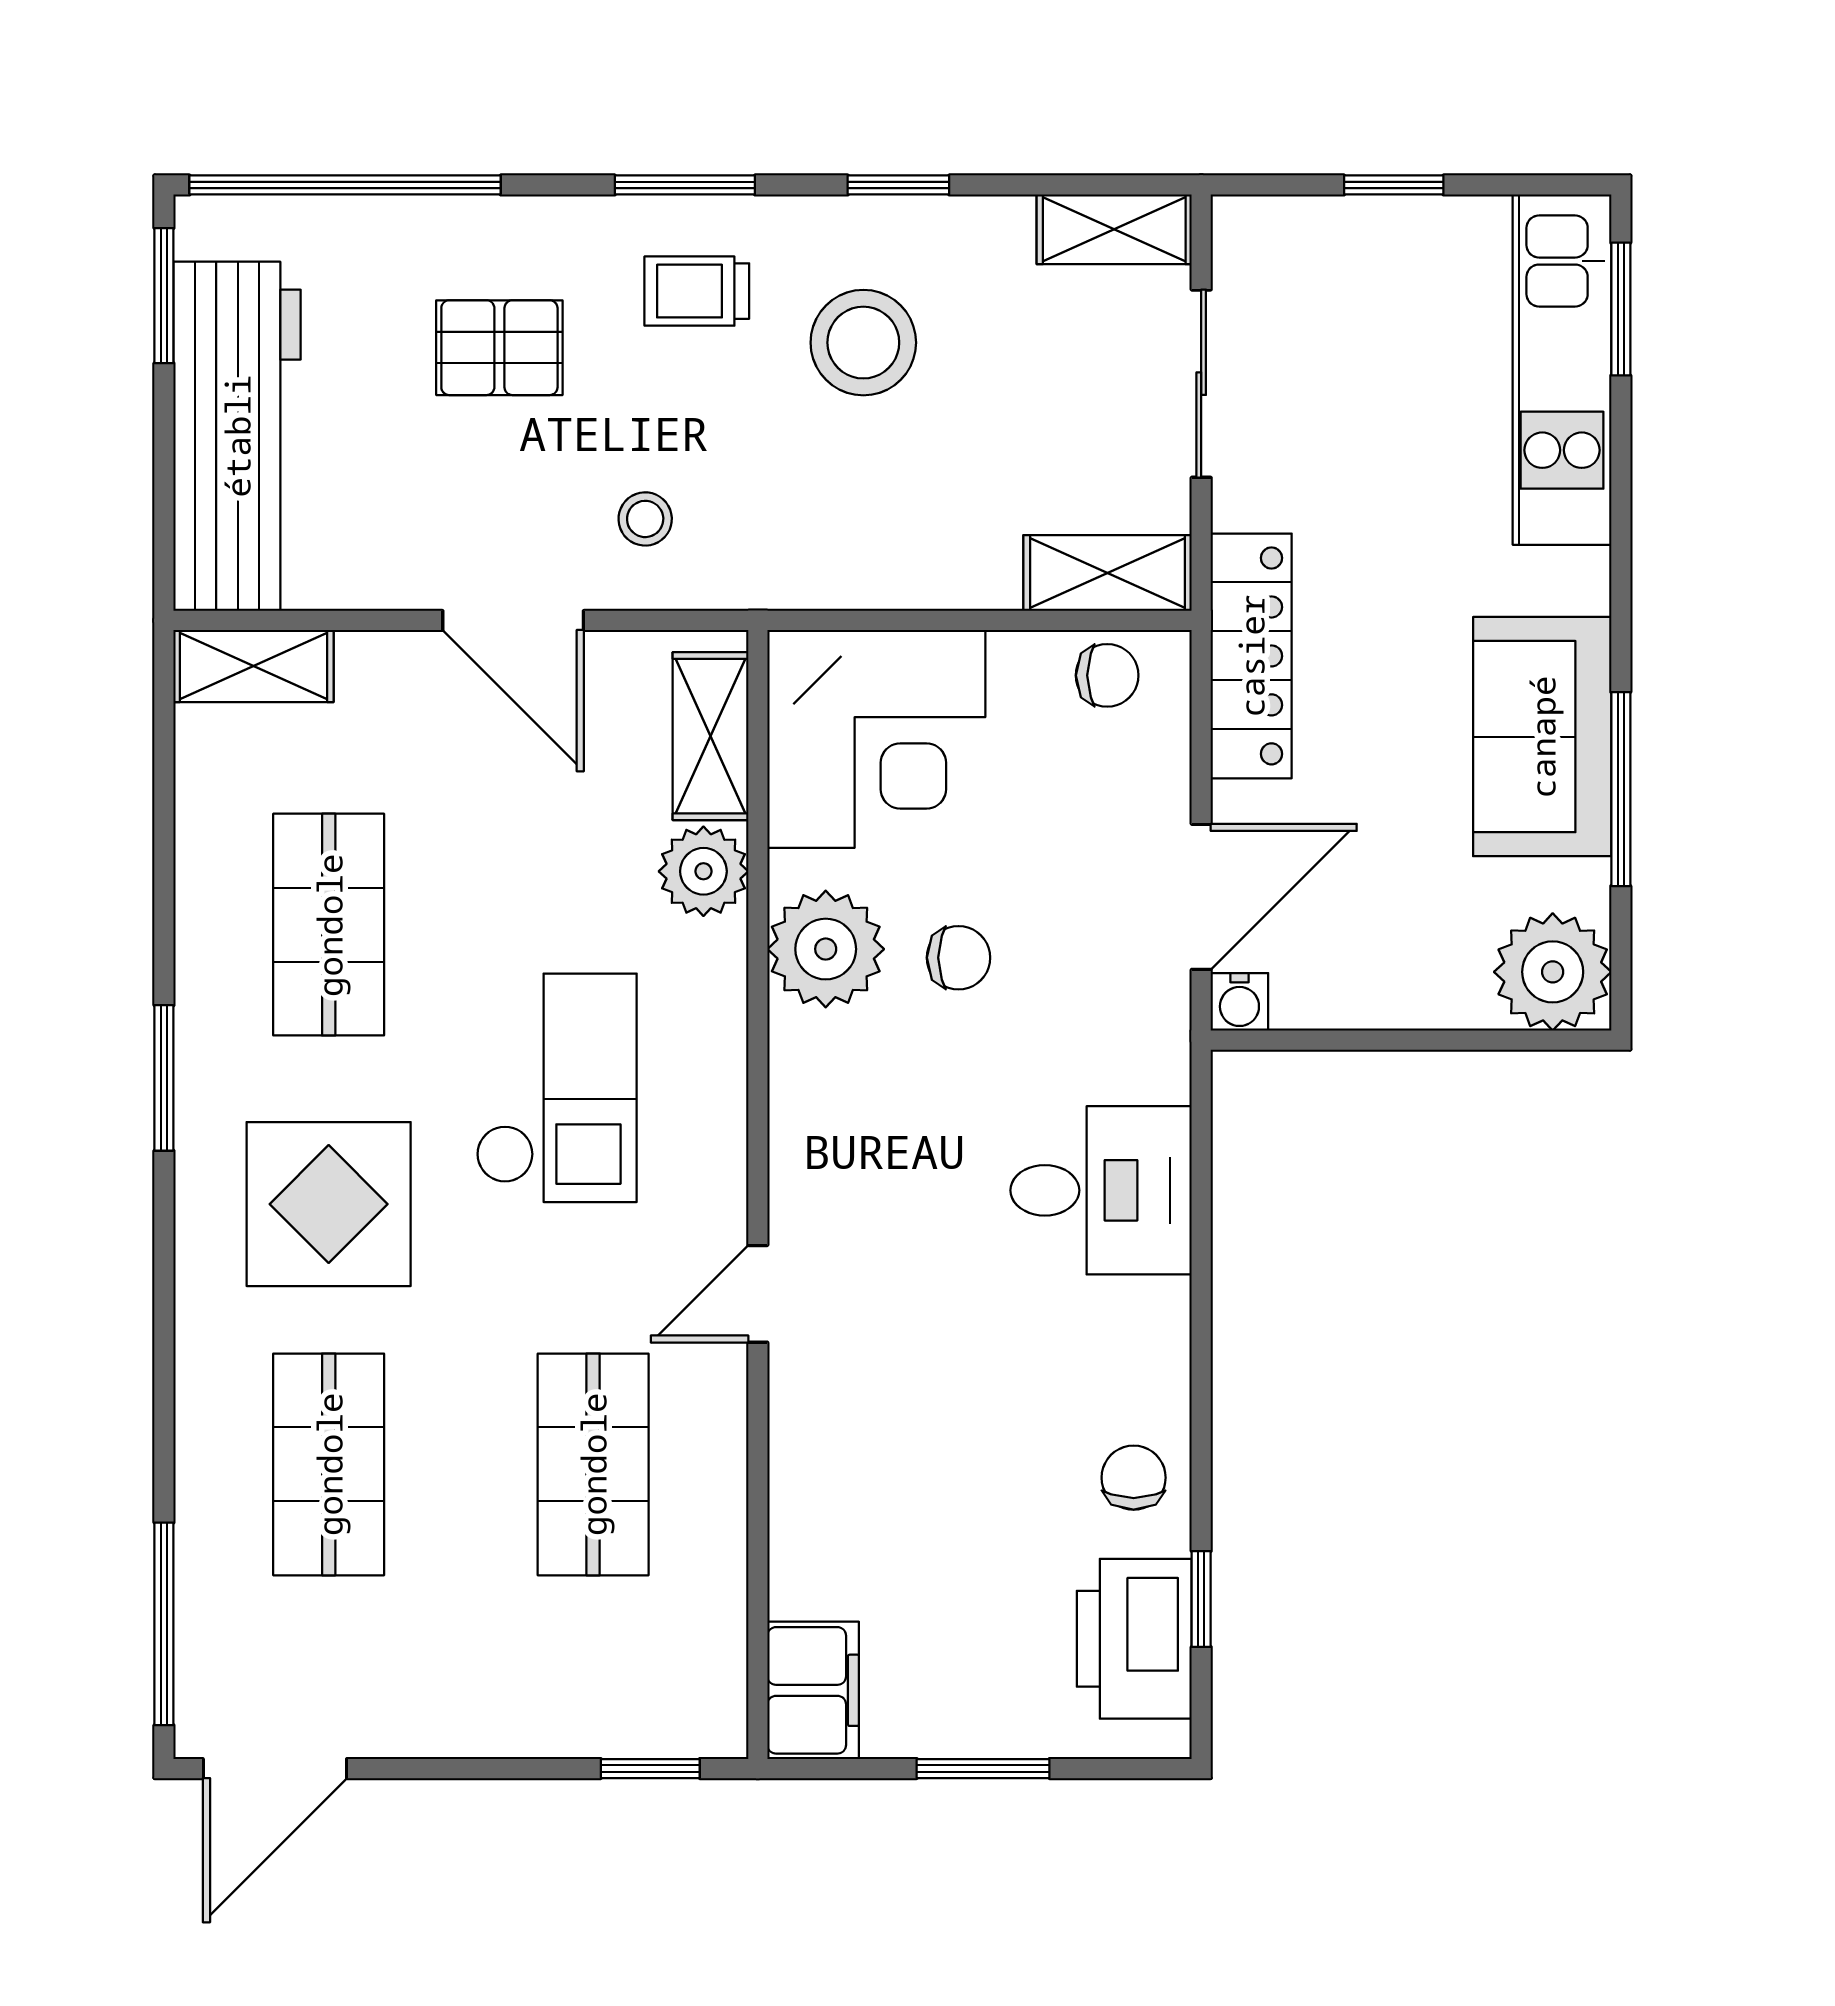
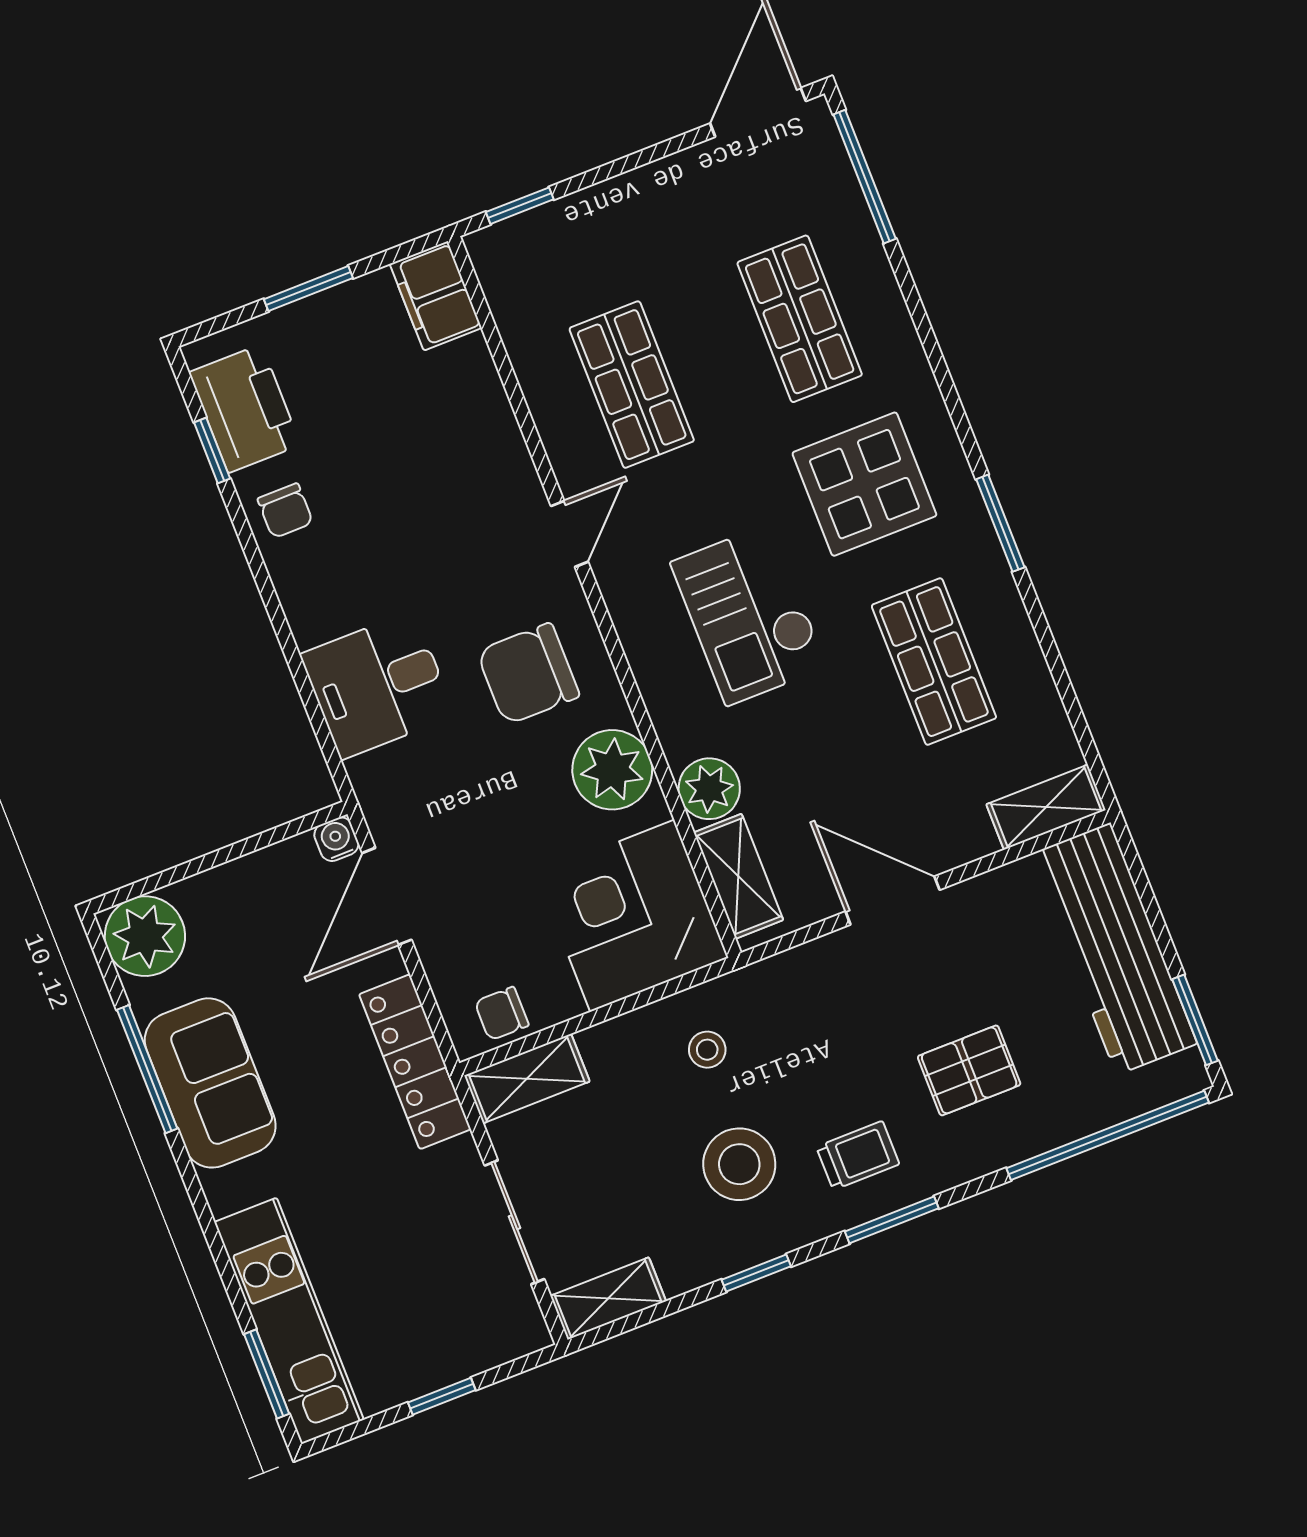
stool: (645, 519) -> (707, 1050), moved
chair: (958, 958) -> (528, 674), moved, width x1.87, depth x1.87

